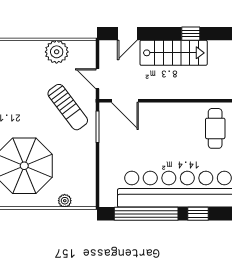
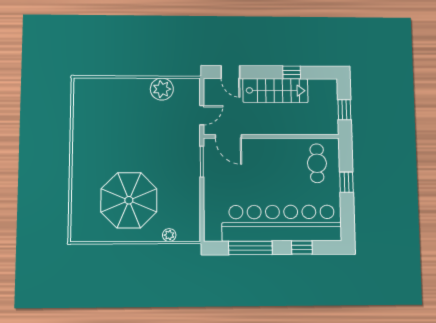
door: (127, 34) -> (230, 72), hinge flipped
door: (98, 79) -> (202, 115), swing flipped
sun lounger: (68, 107) -> (172, 142), removed
window: (146, 214) -> (250, 248), width x0.68

